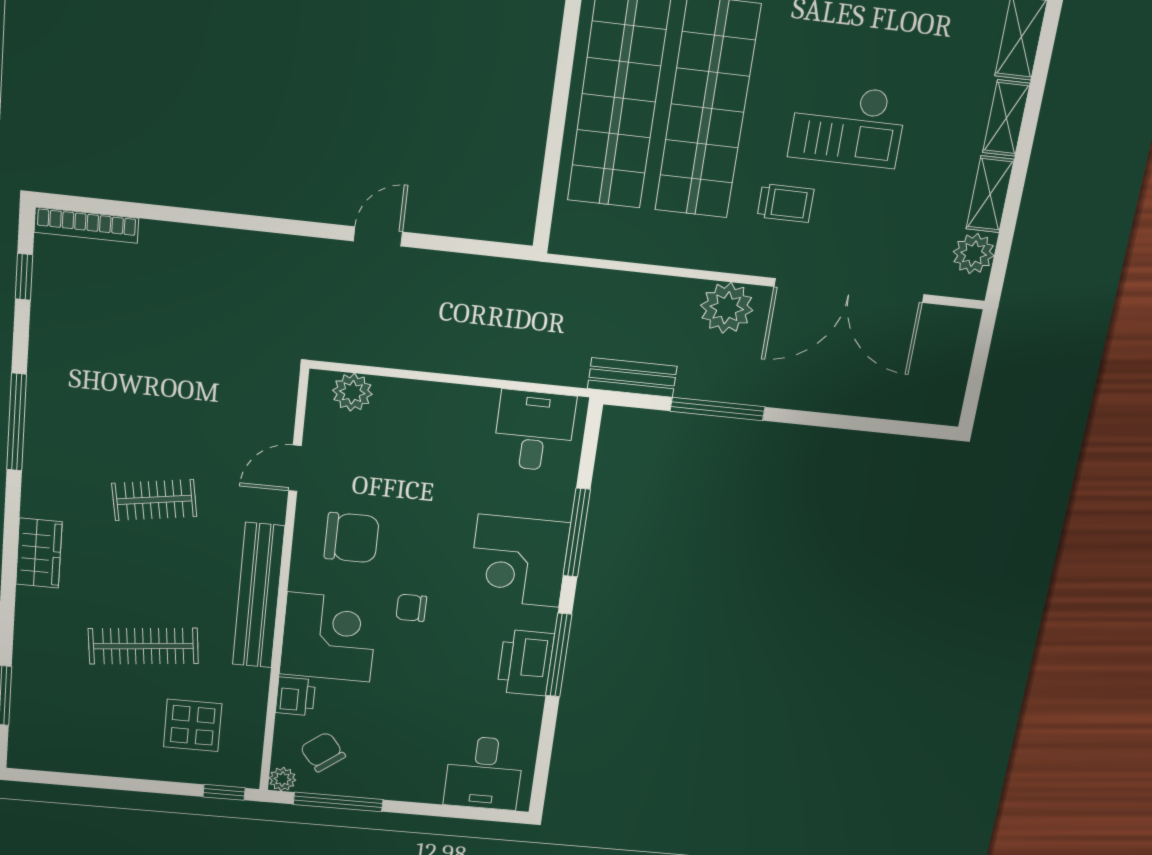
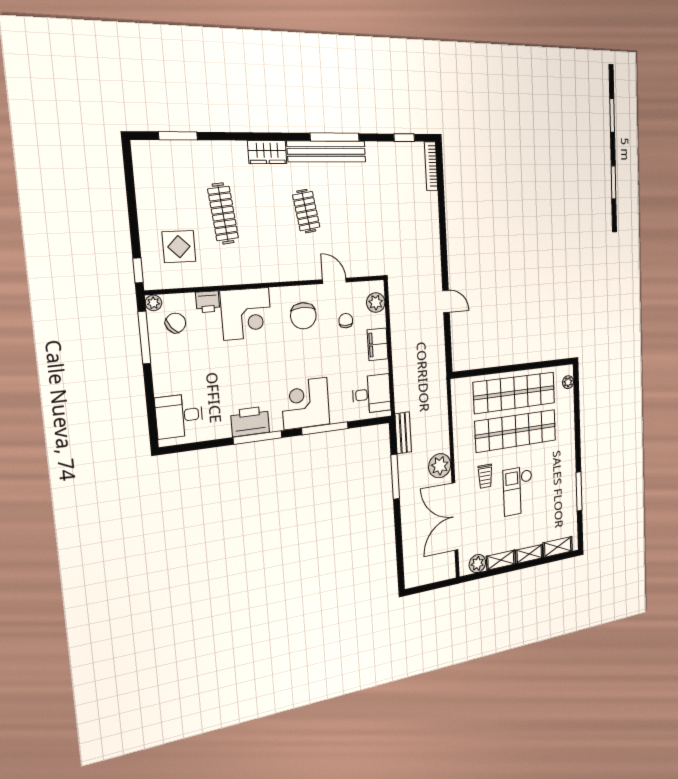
filing cabinet: (437, 402) -> (378, 344), added
bench: (259, 596) -> (327, 151), moved
chair: (411, 608) -> (346, 321), moved

